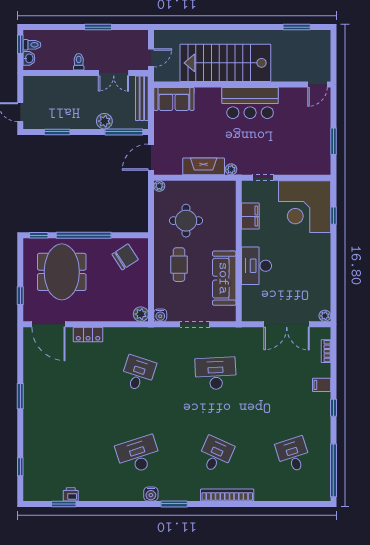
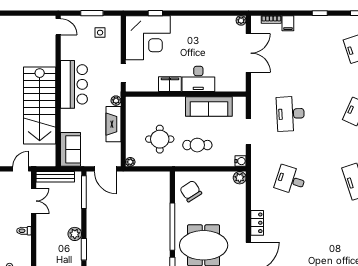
door: (151, 58) -> (21, 169), hinge flipped
stairs: (225, 63) -> (40, 105), moved
wall: (242, 85) -> (58, 91), moved
door: (317, 85) -> (58, 27), moved
sofa: (174, 99) -> (71, 149), moved
bar counter: (250, 103) -> (74, 84), moved
plant: (104, 121) -> (75, 234), moved
side table: (311, 151) -> (100, 33), added
filing cabinet: (250, 216) -> (170, 84), moved
filing cabinet: (322, 385) -> (288, 23), moved

